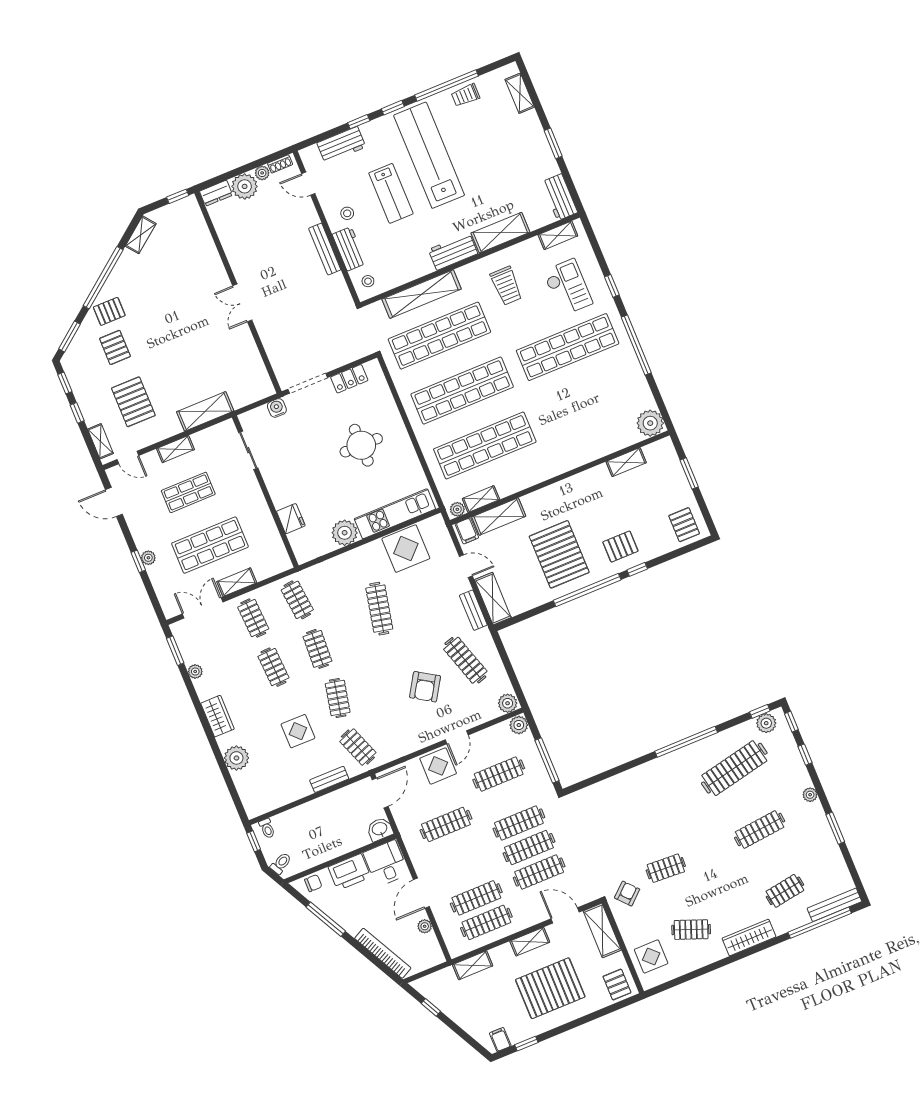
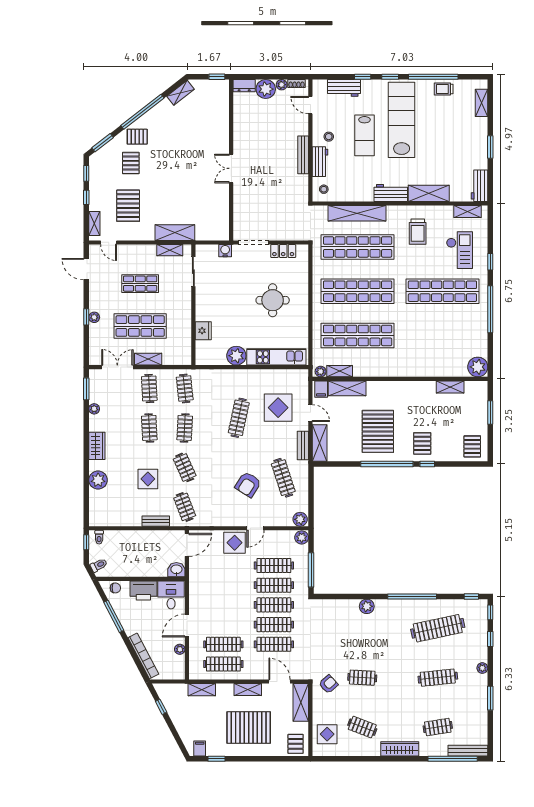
shelving: (175, 449) -> (170, 250), moved
pallet: (620, 547) -> (422, 443), turned 90
display table: (406, 549) -> (278, 408), moved
clothes rail: (338, 698) -> (185, 467), turned -36
plant: (766, 723) -> (367, 606), moved
clothes rail: (446, 824) -> (274, 585), moved

